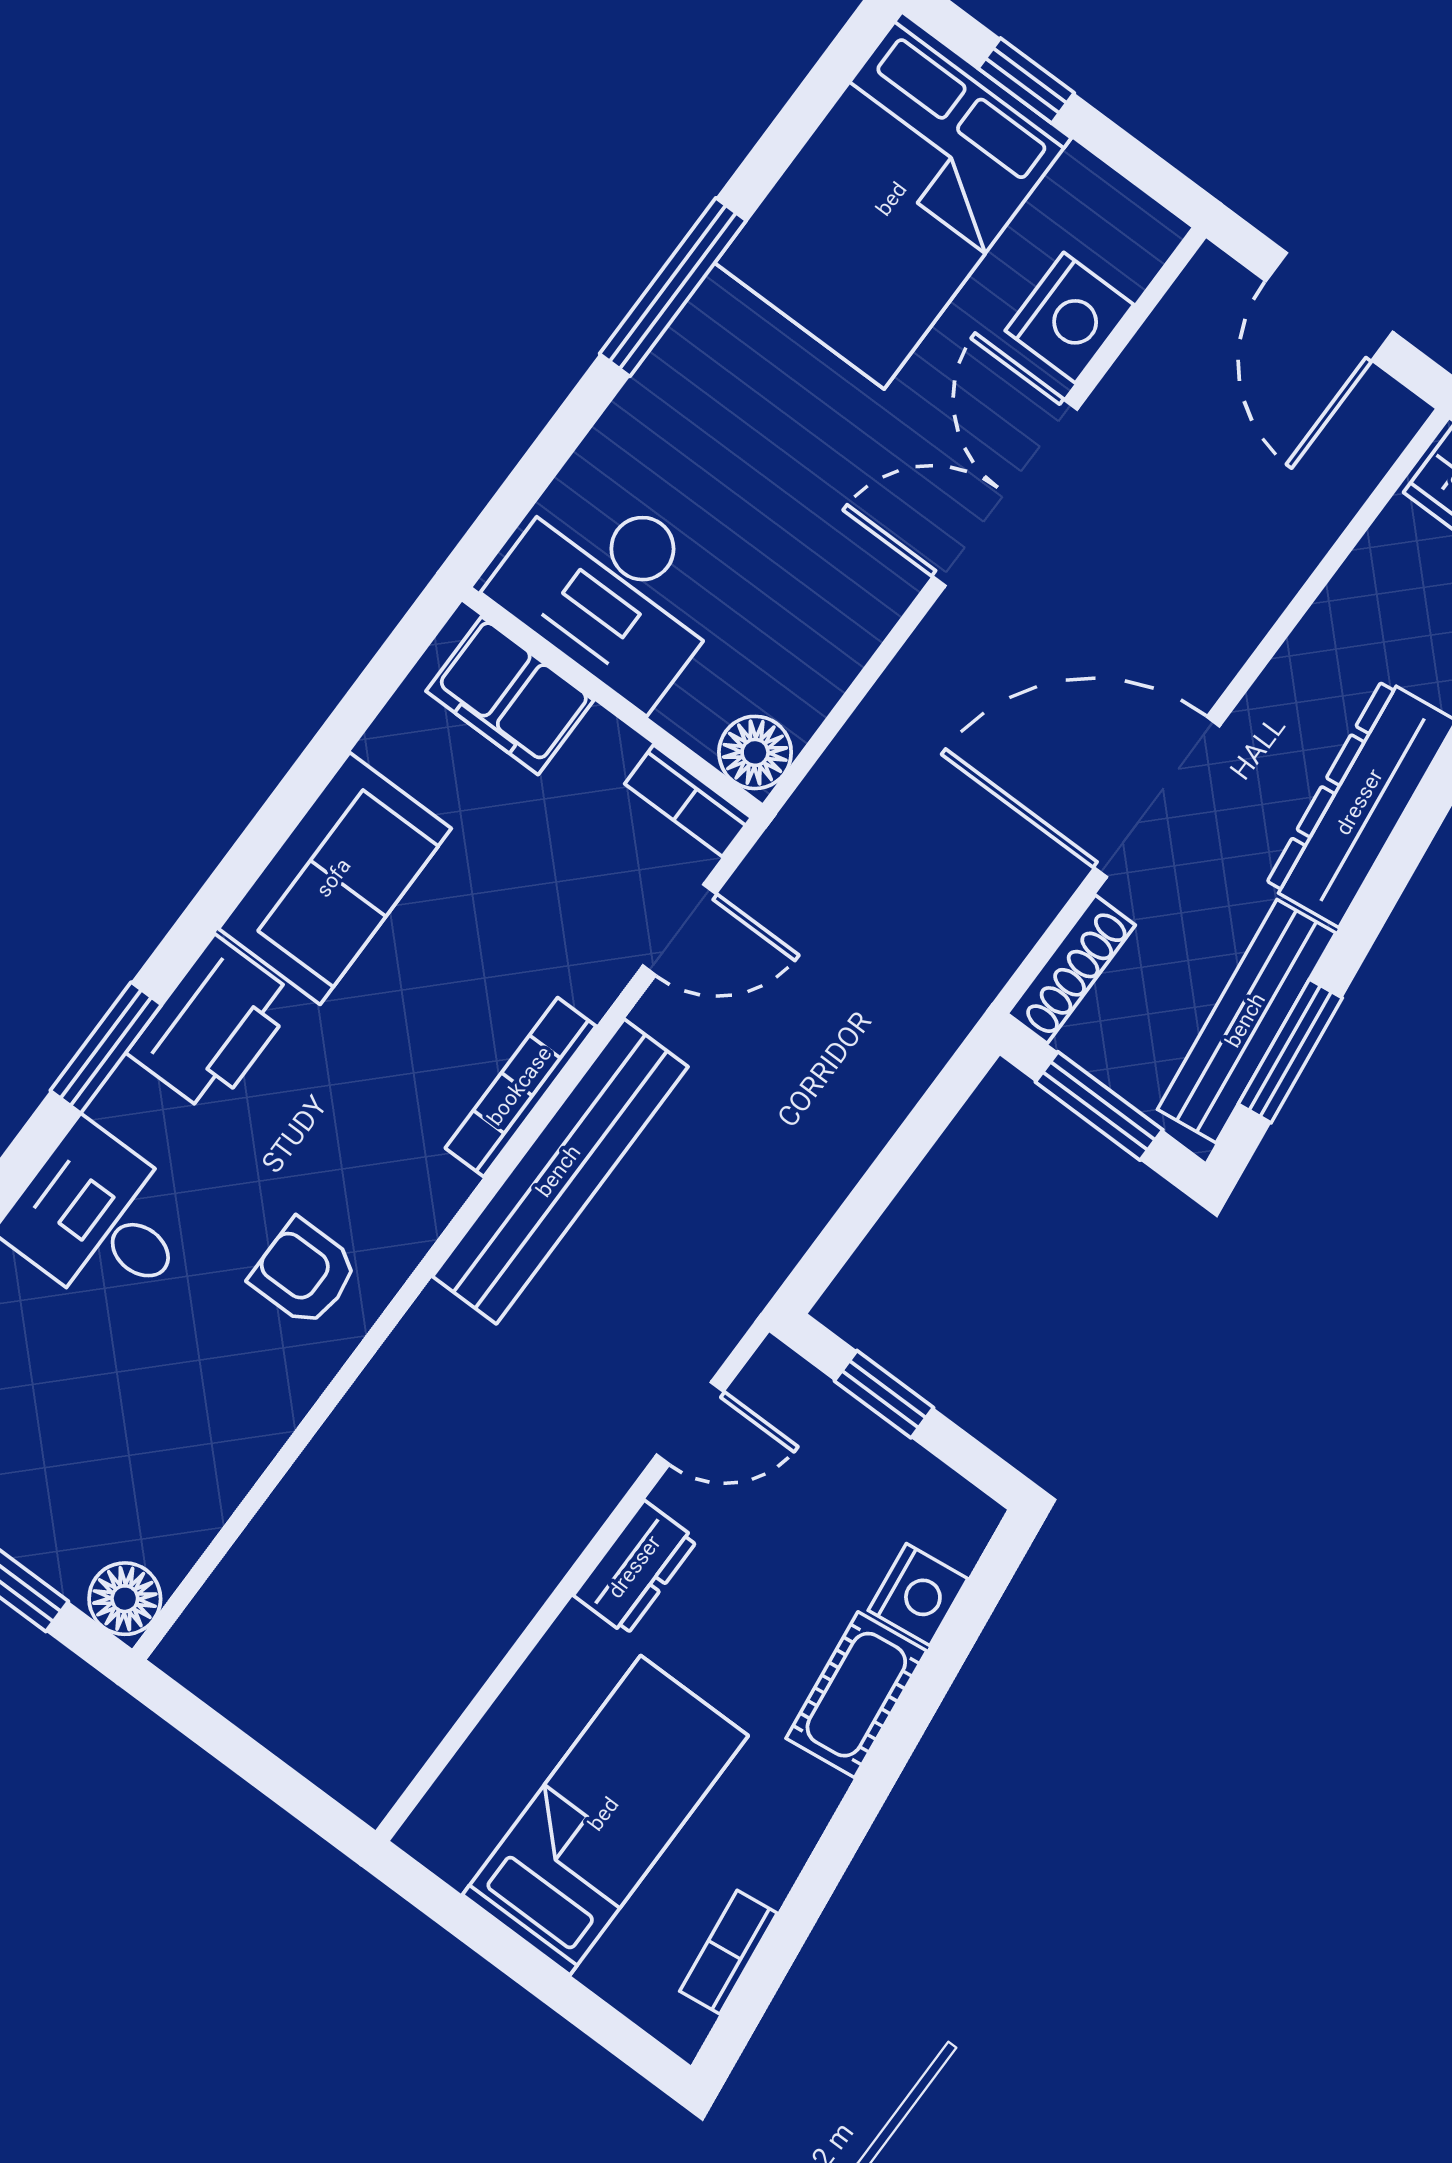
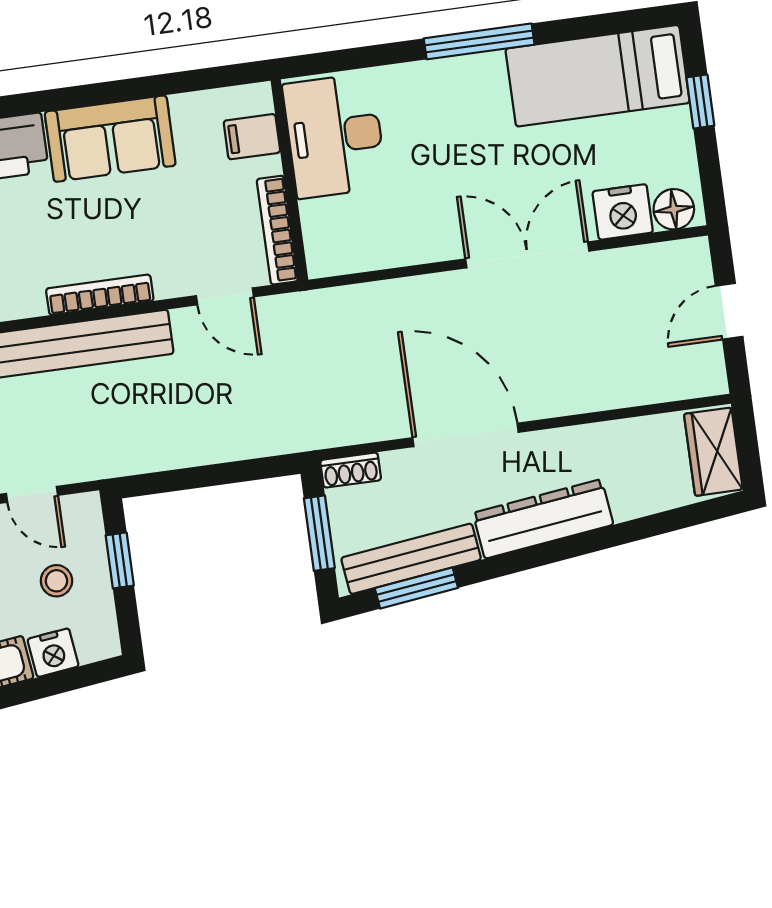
bed: (893, 200) -> (598, 76), width x0.67
door: (1329, 307) -> (729, 311), width x0.73
filing cabinet: (510, 696) -> (252, 137), width x0.50
floor lamp: (755, 752) -> (674, 209), moved
bookcase: (688, 801) -> (277, 230), width x1.56
shoe rack: (1071, 969) -> (351, 470), width x0.70
stool: (831, 1500) -> (56, 581), added

